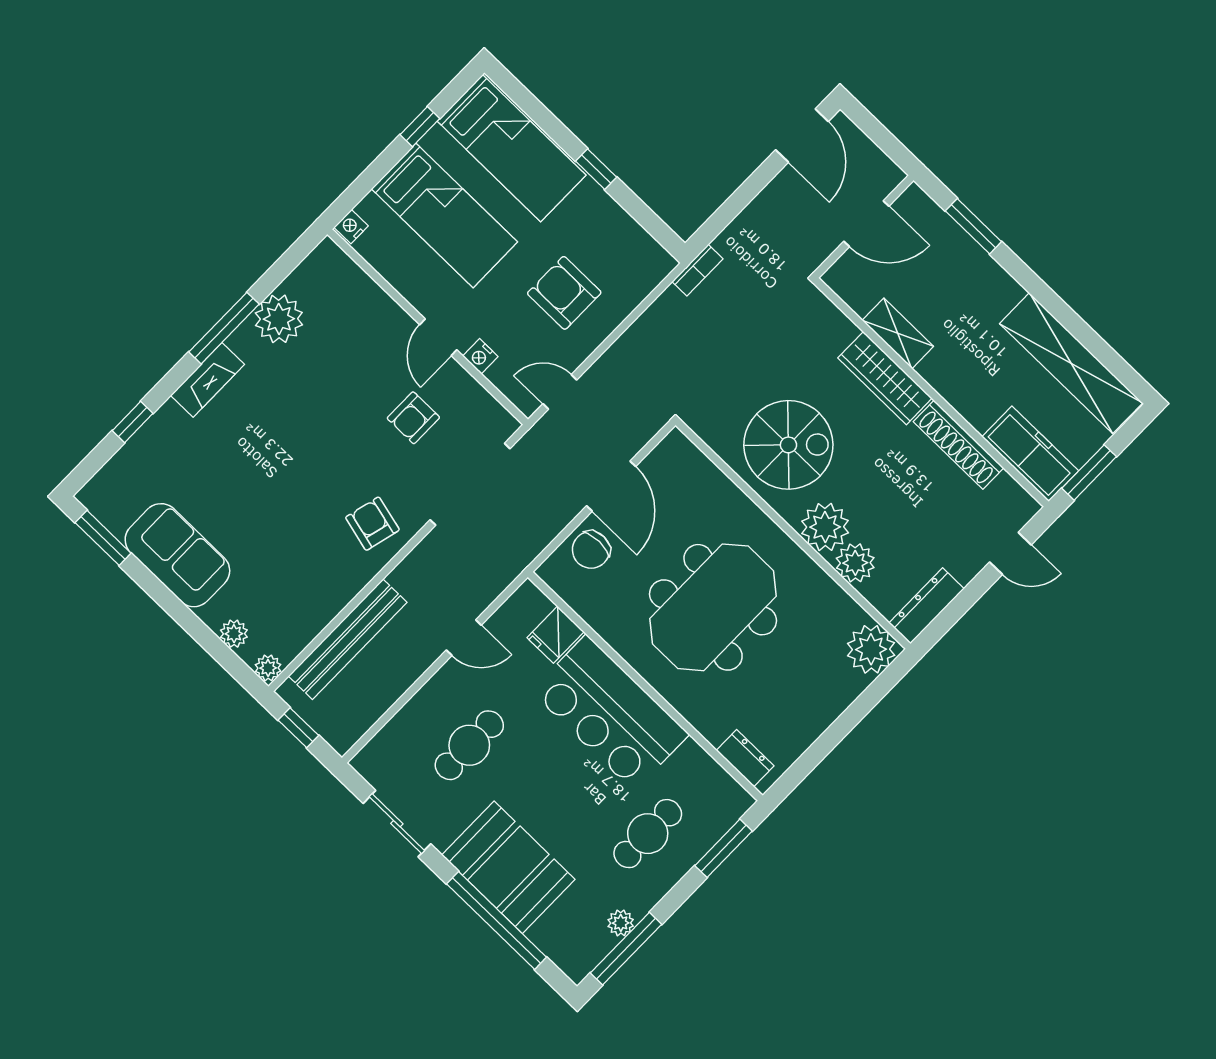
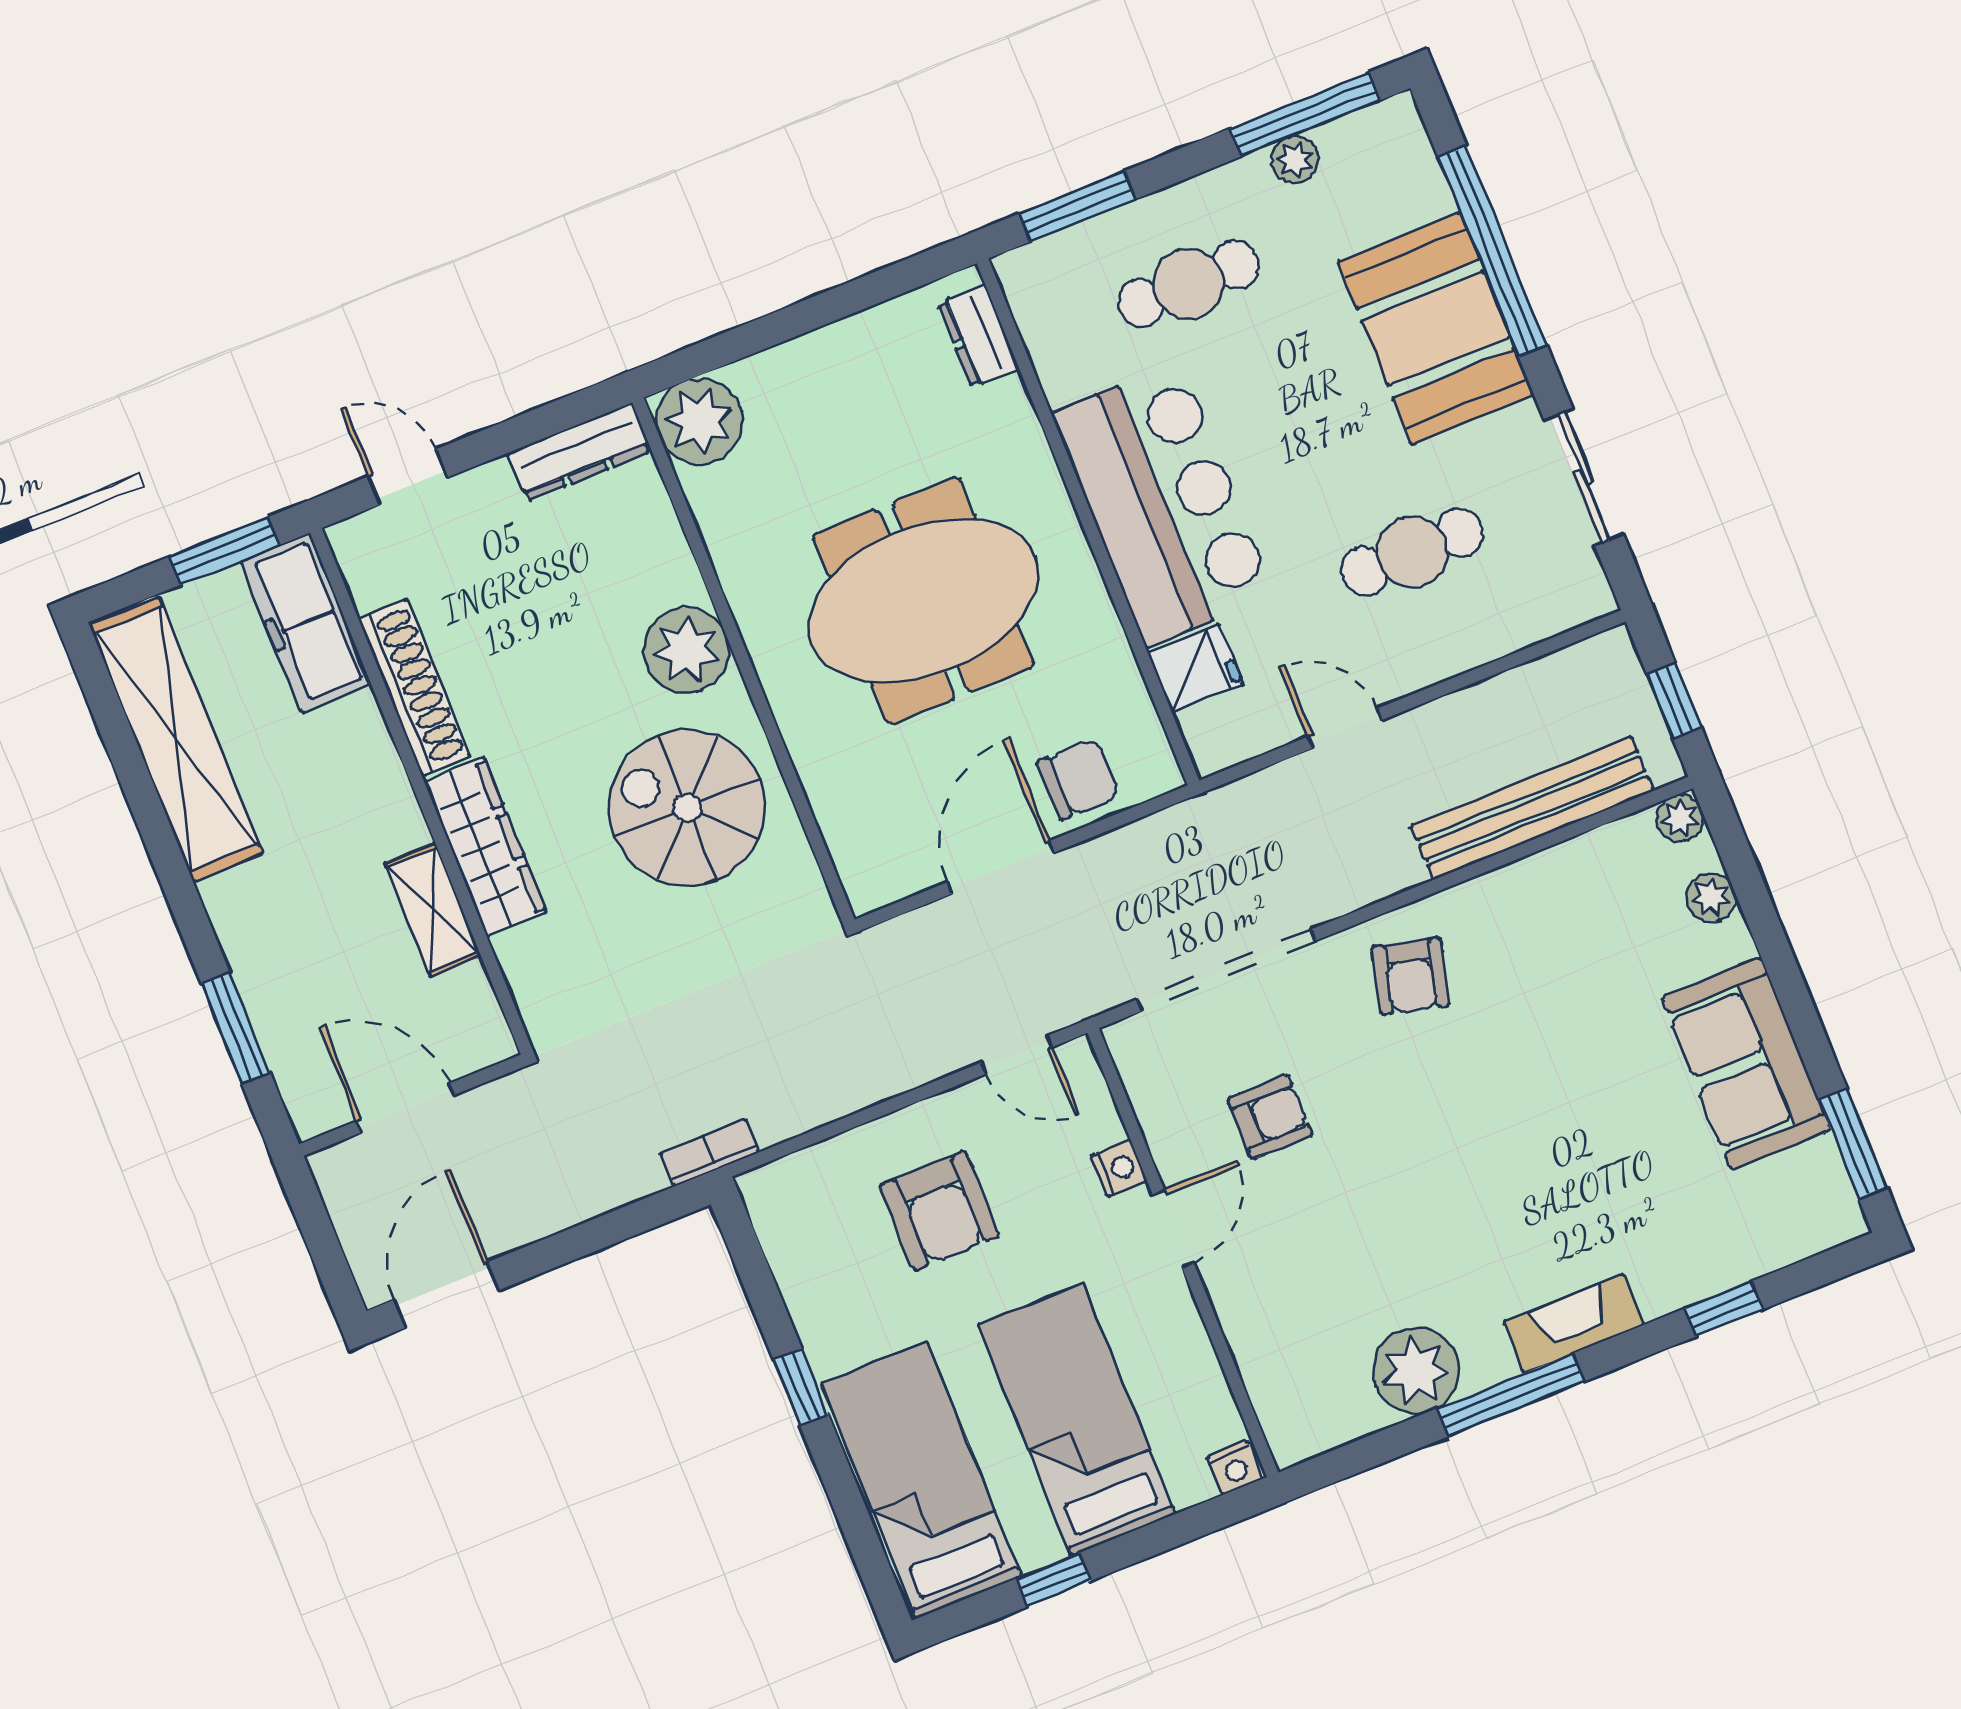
plant: (855, 563) -> (664, 571), removed

